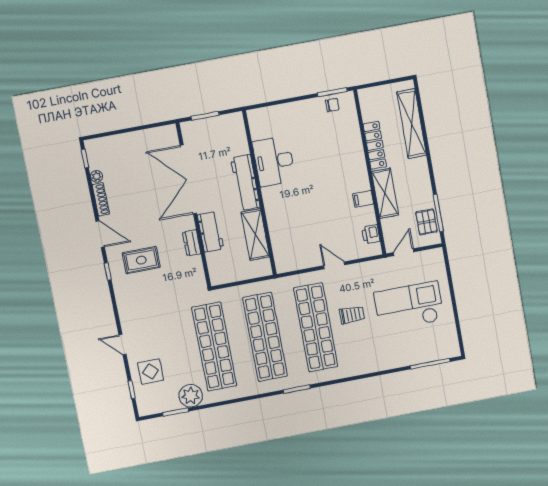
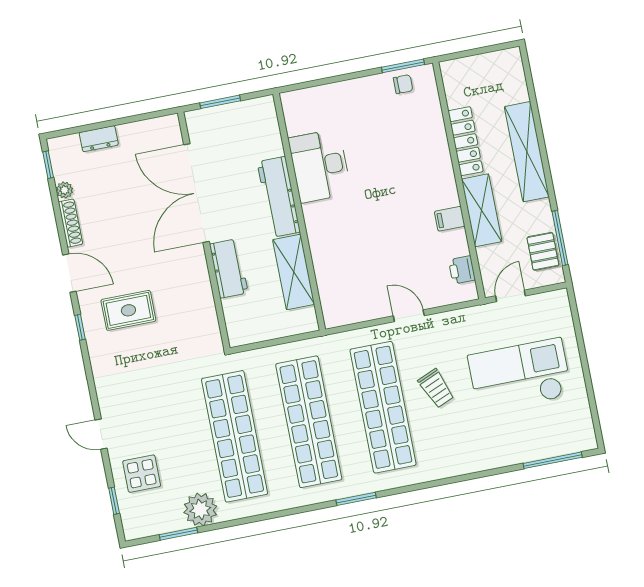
shelving: (412, 124) -> (527, 152), moved
dresser: (192, 243) -> (99, 139), moved, turned -90
trolley: (352, 315) -> (436, 388), turned 67

